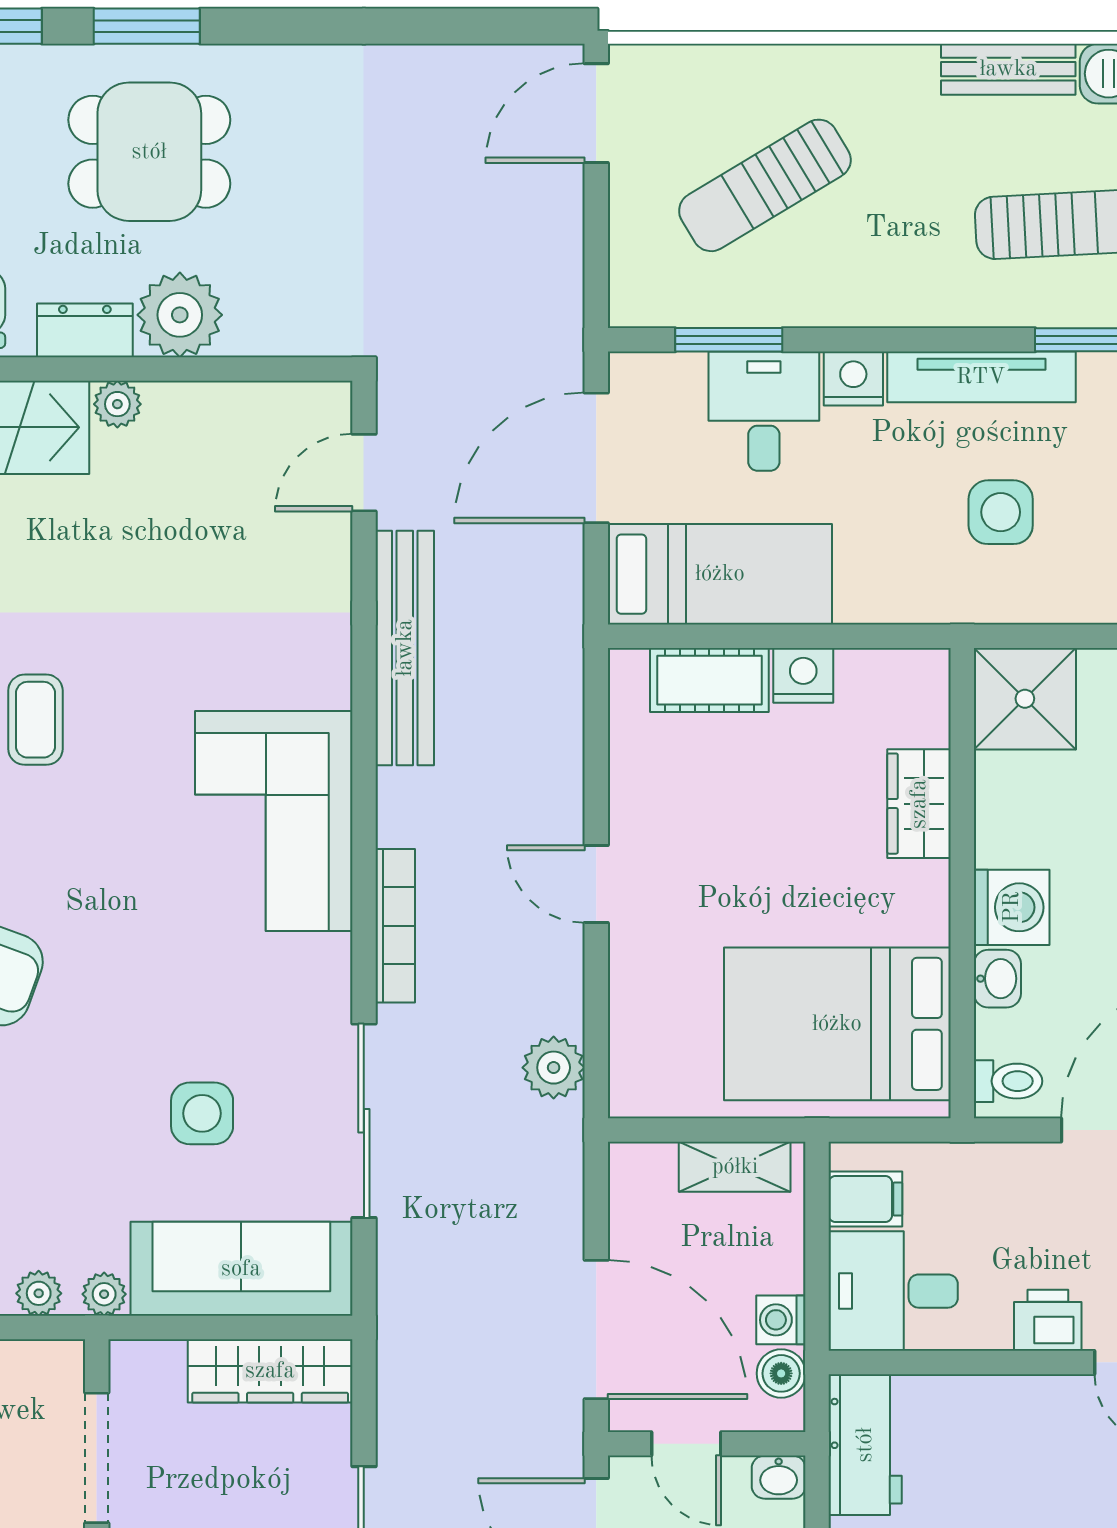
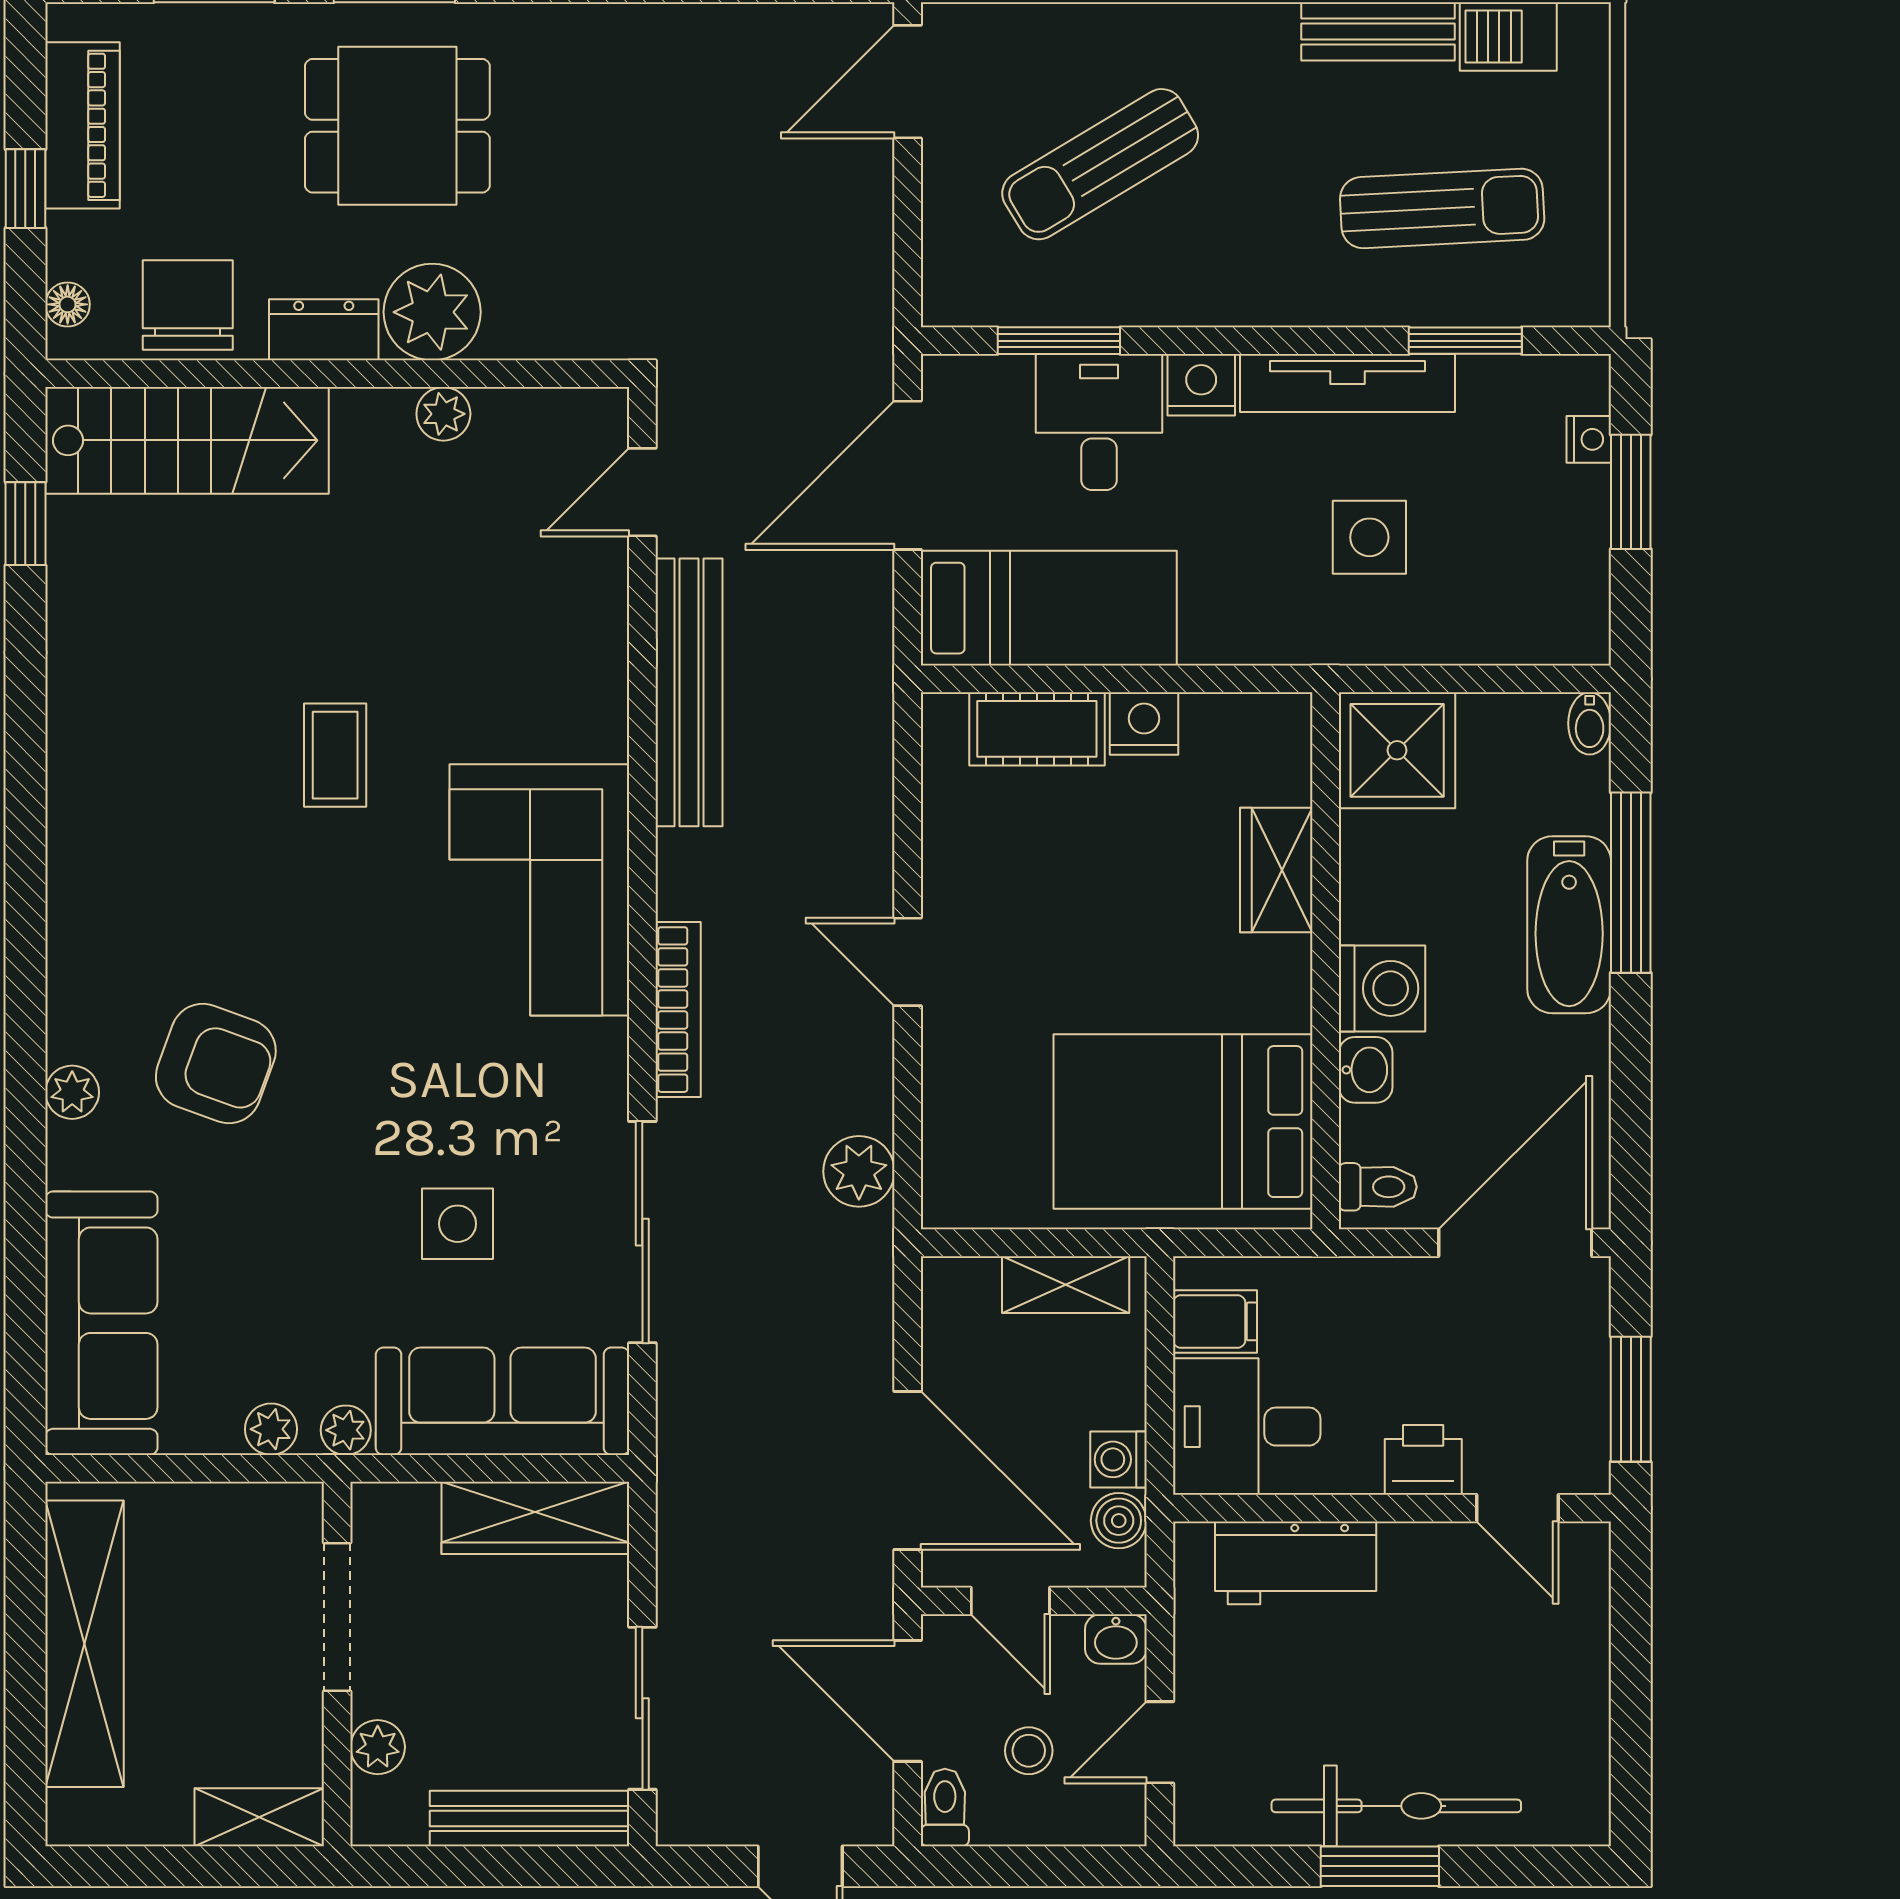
plant: (117, 404) -> (443, 414), moved
coffee table: (35, 720) -> (335, 755), moved
workbench: (865, 1445) -> (1296, 1563), moved, turned 90

